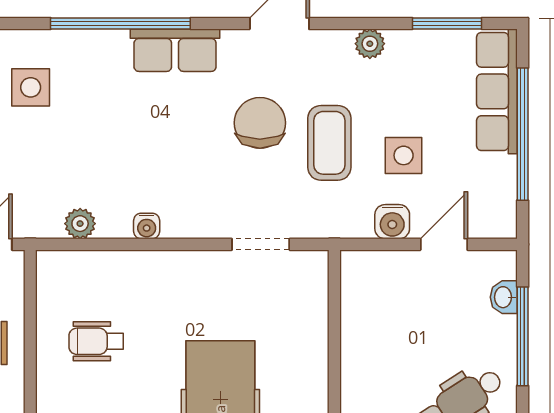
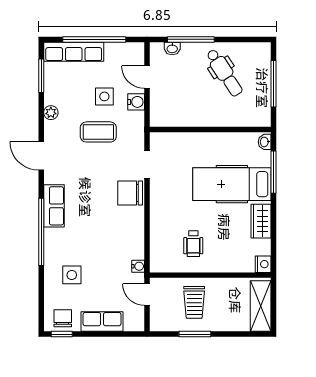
chair: (260, 123) -> (130, 193), moved
plant: (80, 224) -> (137, 251), removed
water cooler: (147, 226) -> (138, 266), moved

